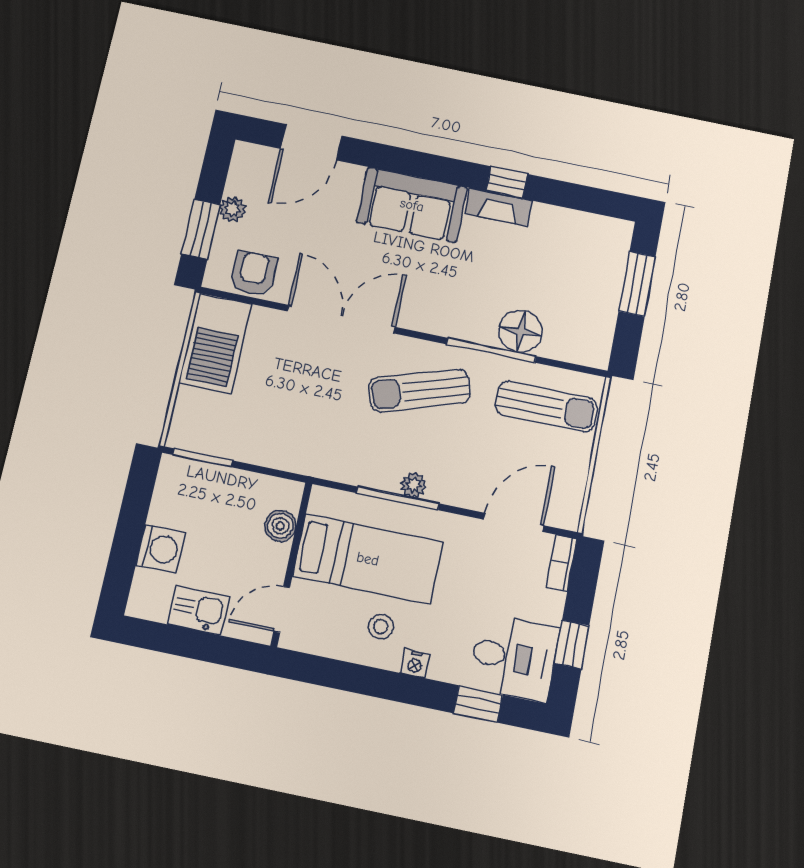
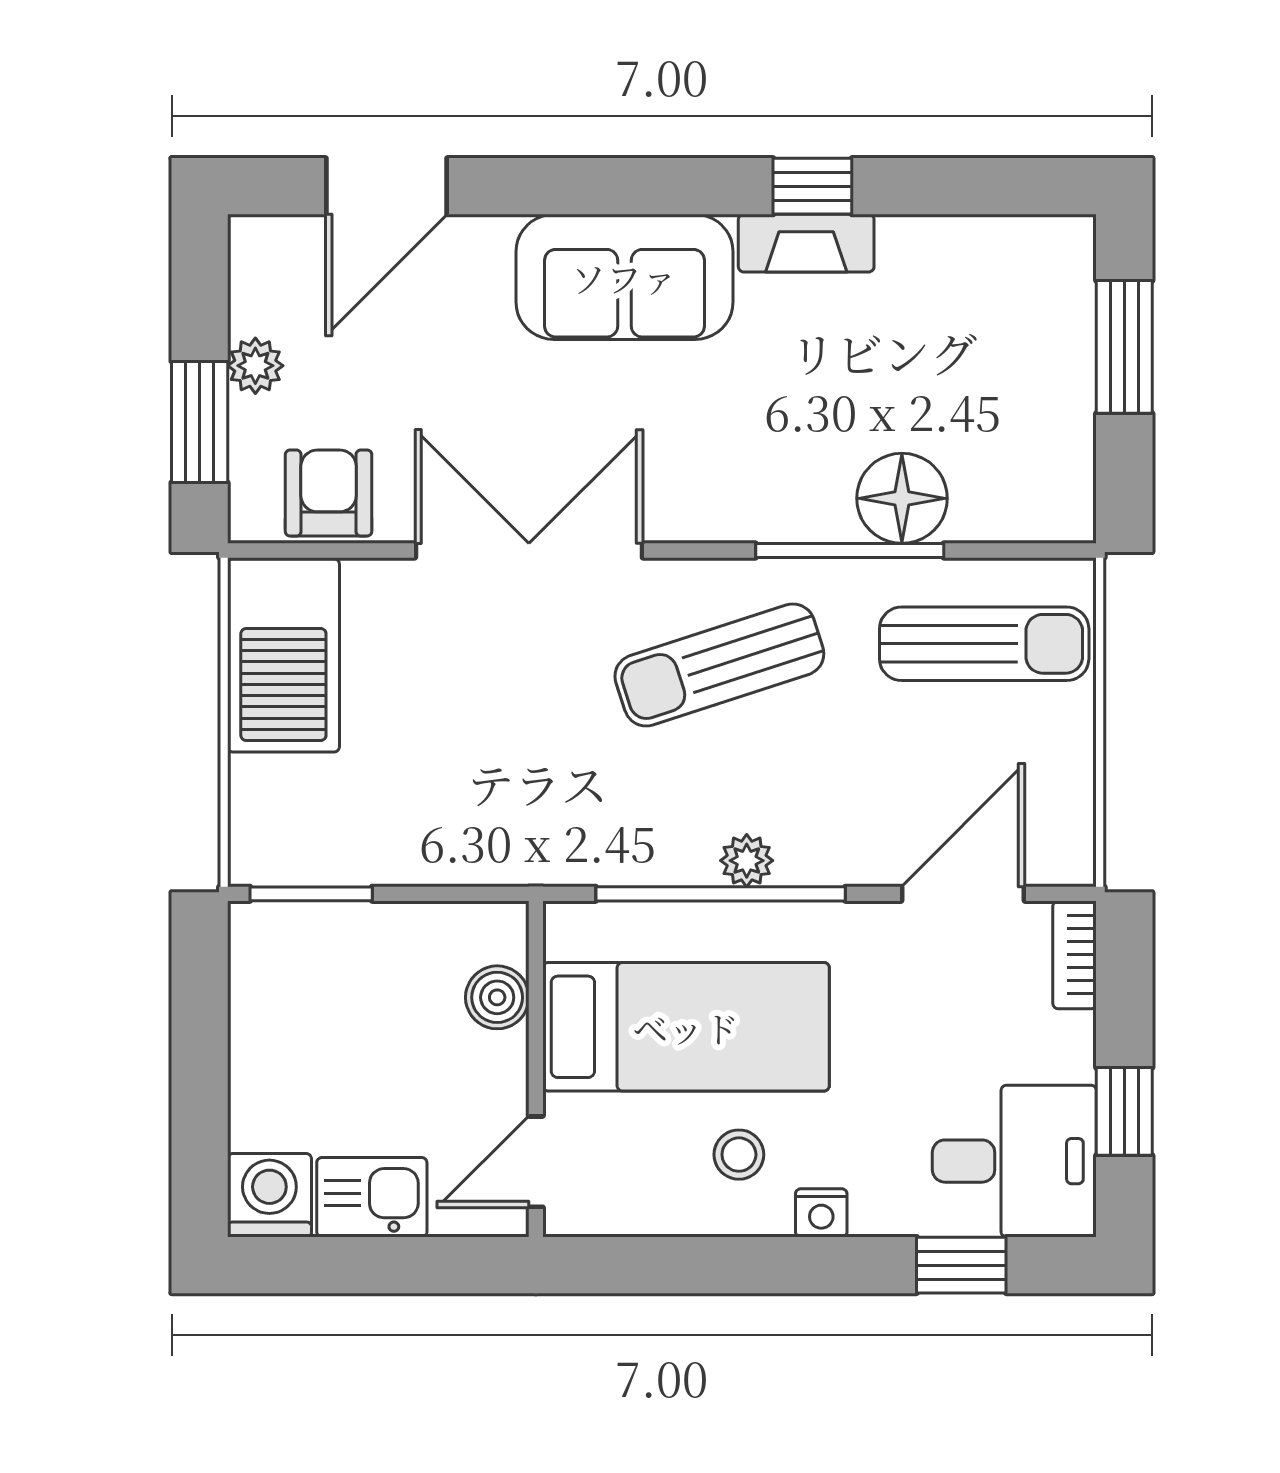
window: (398, 498) -> (721, 894), width x1.46
washing machine: (161, 549) -> (269, 1195), moved, turned -90

